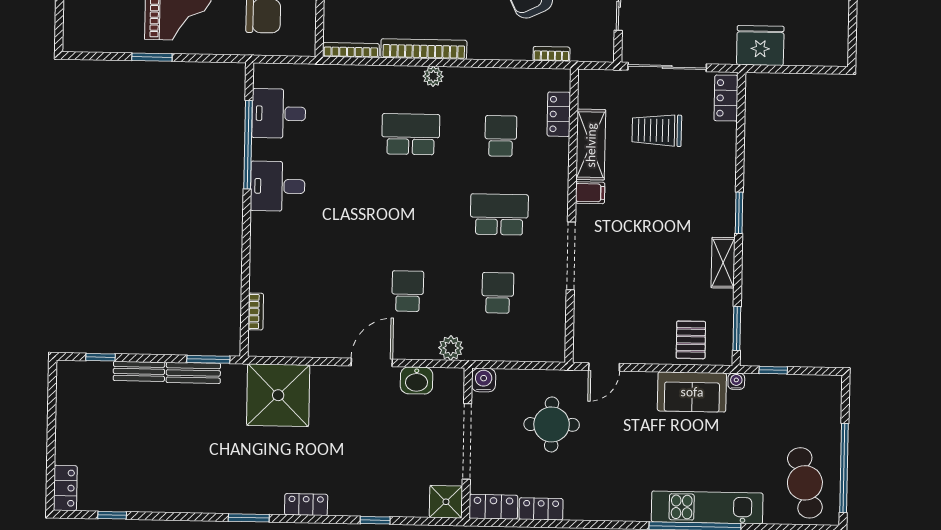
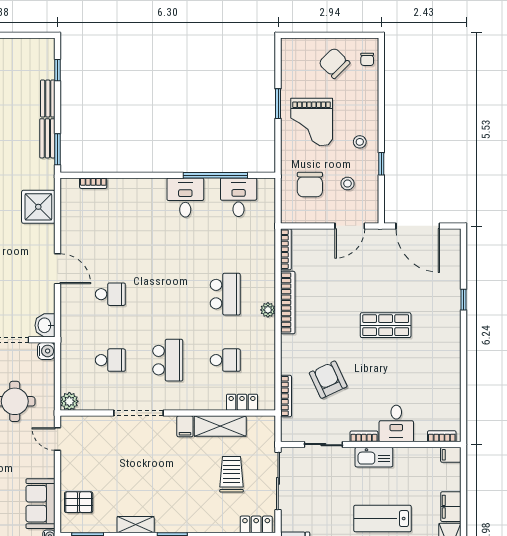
bookcase: (551, 54) -> (286, 396), width x1.56
plant: (451, 348) -> (69, 401), moved
washbasin: (417, 380) -> (45, 325), moved
shower: (278, 395) -> (38, 207), width x0.73, depth x0.73

